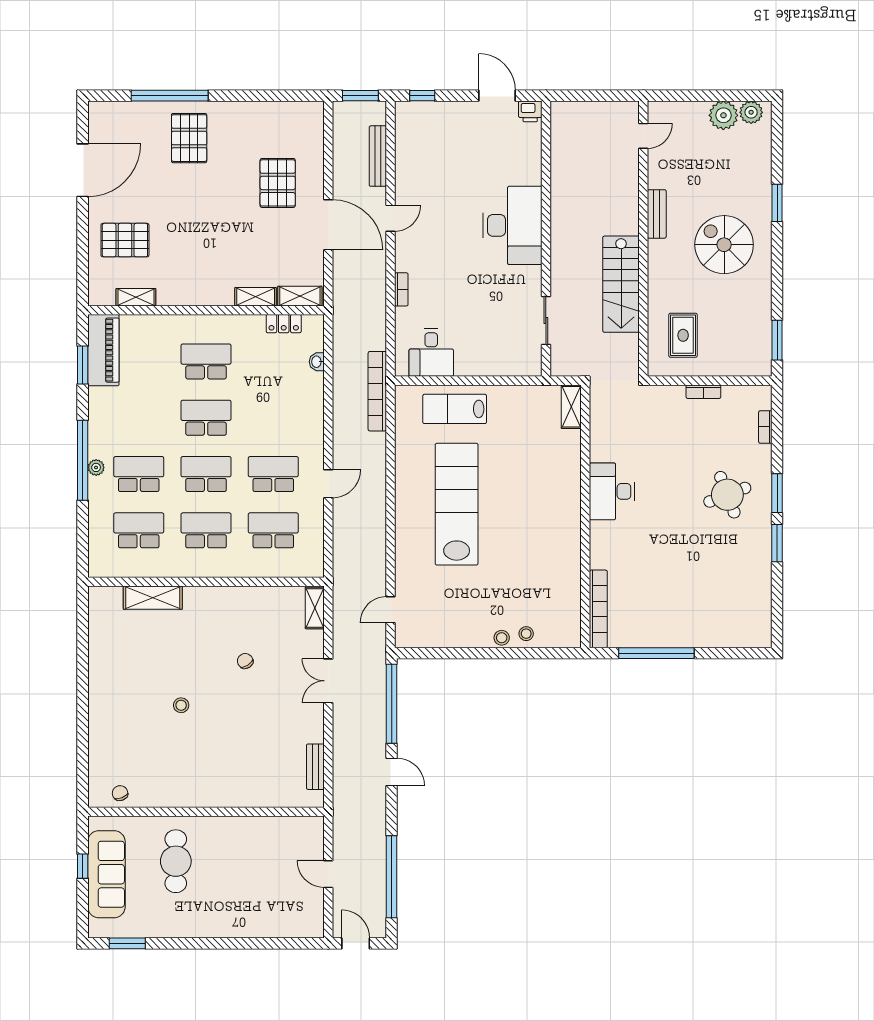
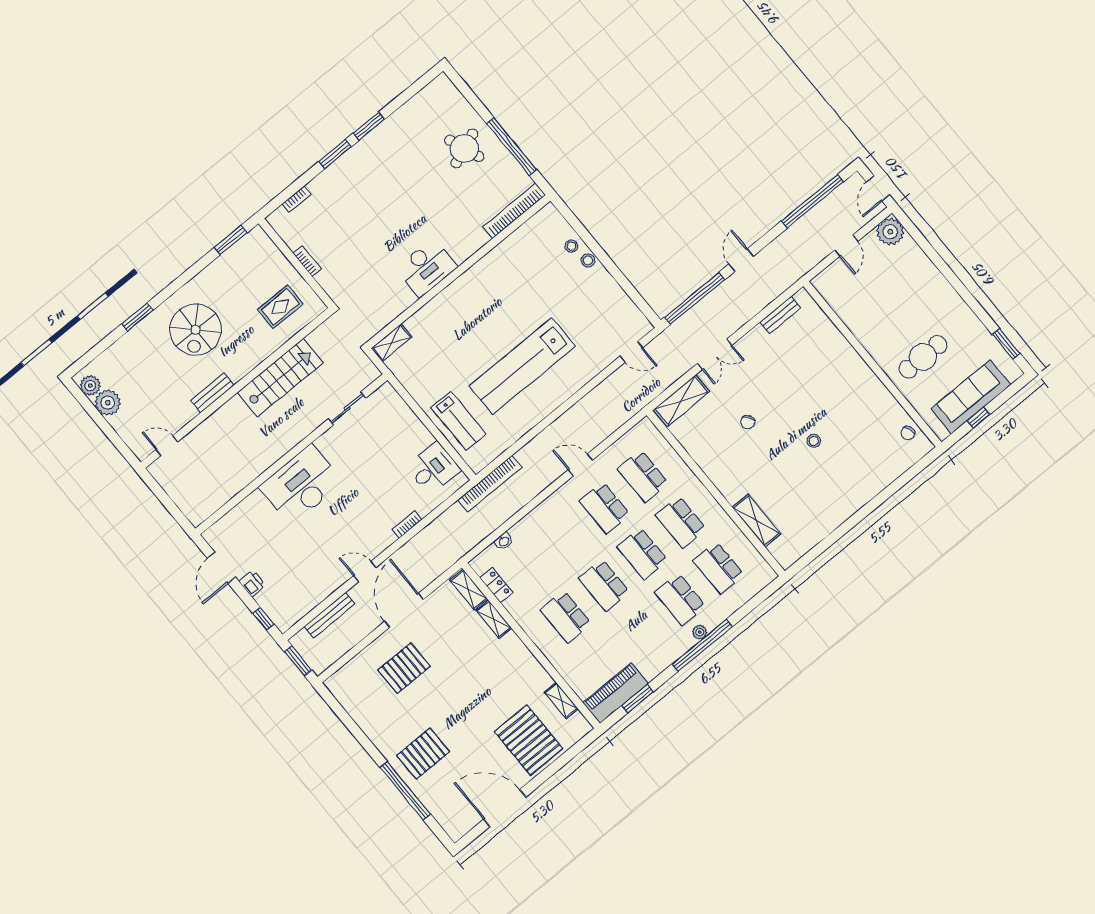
printer: (530, 111) -> (252, 583), moved
pallet: (125, 240) -> (529, 740), width x1.37, depth x1.41
round table: (727, 495) -> (464, 148), moved
shelving: (315, 608) -> (681, 401), width x1.50, depth x1.33
plant: (309, 923) -> (890, 232), added

